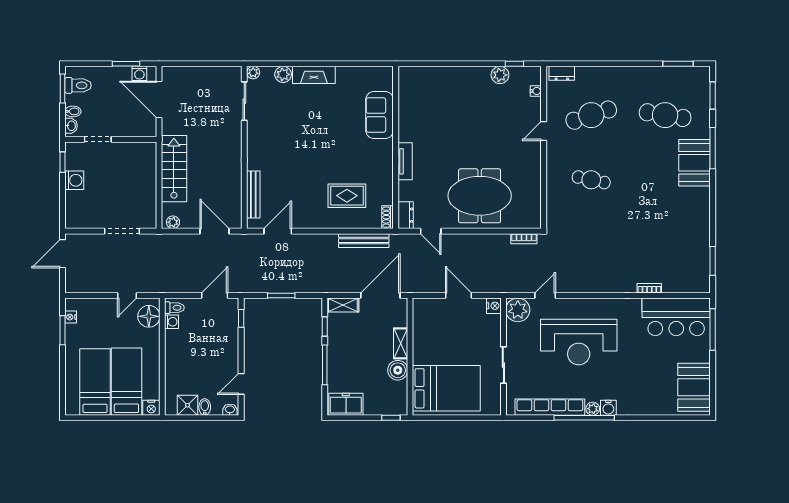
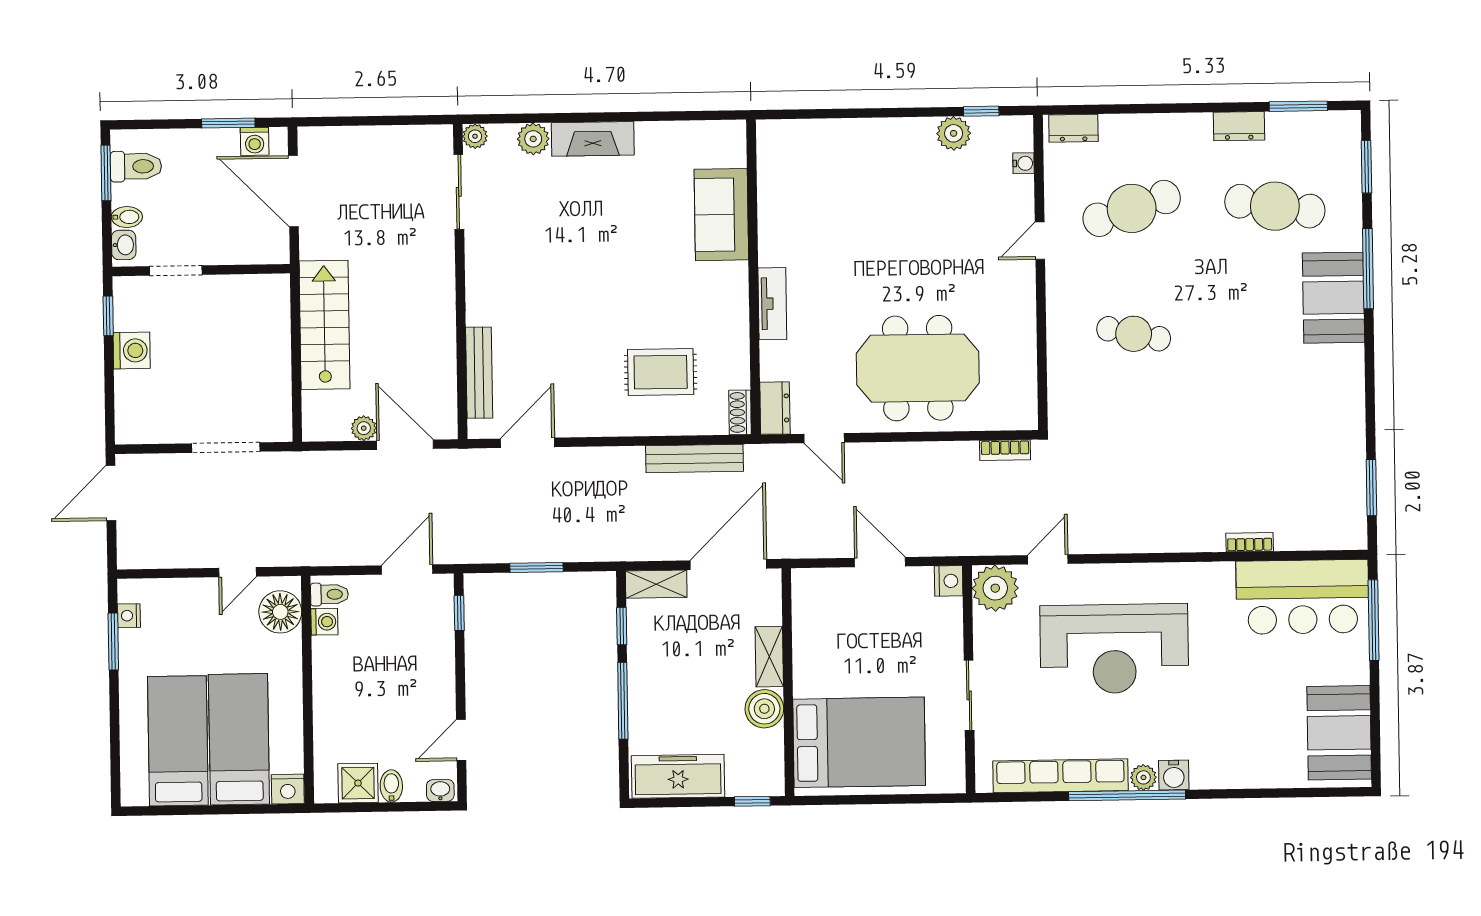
dresser: (647, 74) -> (1239, 126), added
plant: (173, 222) -> (364, 428), moved
freezer: (346, 404) -> (678, 776), width x1.40

